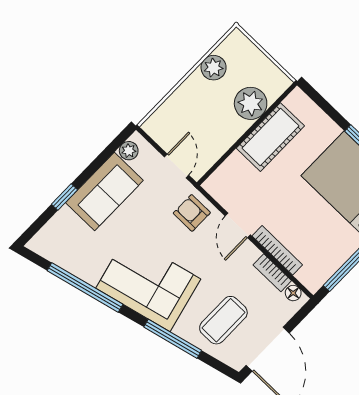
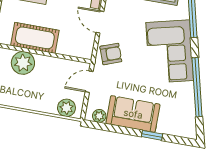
plant: (214, 68) -> (66, 108), moved
armchair: (192, 213) -> (111, 54), turned -110
door: (238, 225) -> (100, 22), swing flipped

